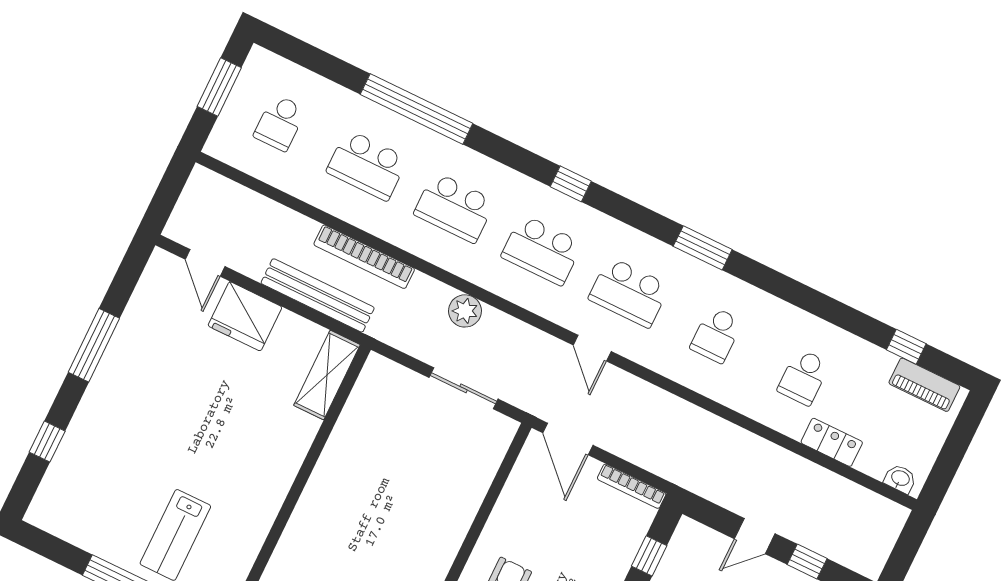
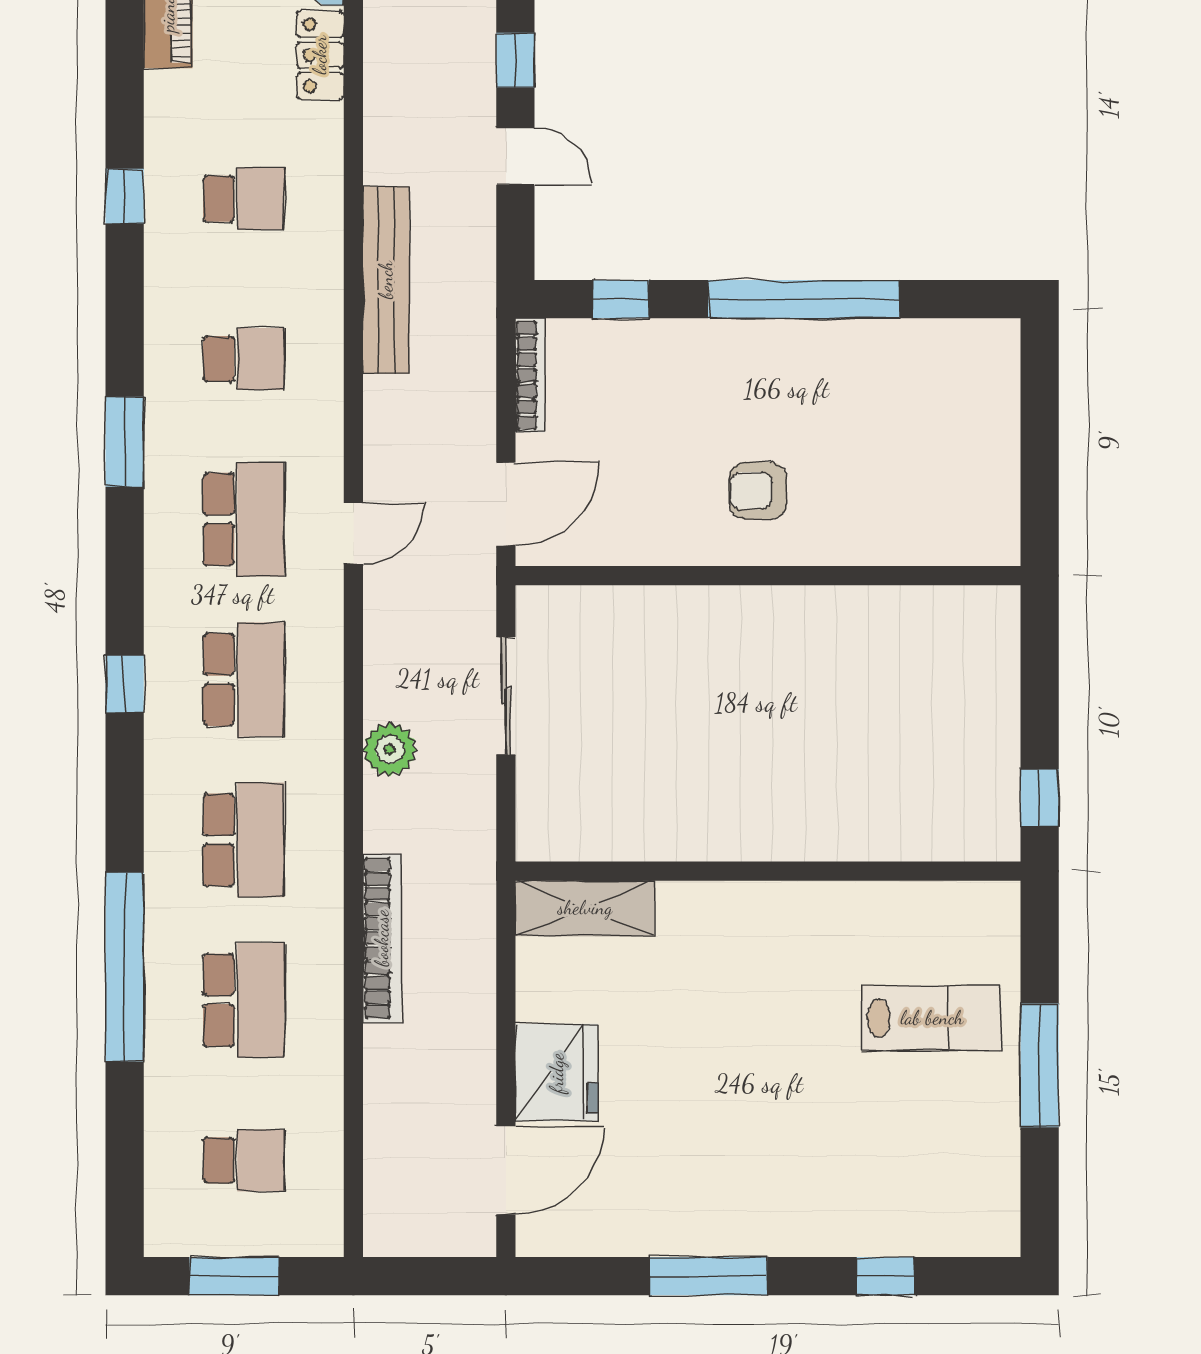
door: (205, 263) -> (506, 1170), width x1.38
bench: (318, 295) -> (386, 280), moved
window: (906, 347) -> (125, 196), moved
locker: (832, 442) -> (320, 55), moved

